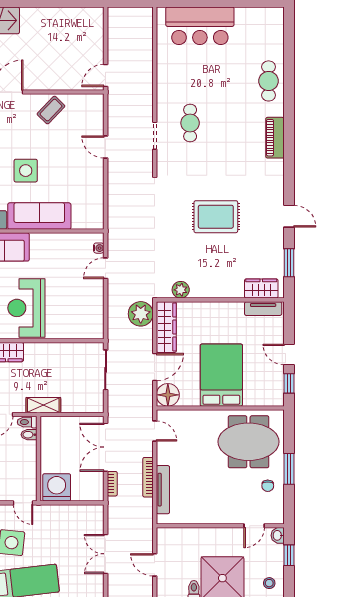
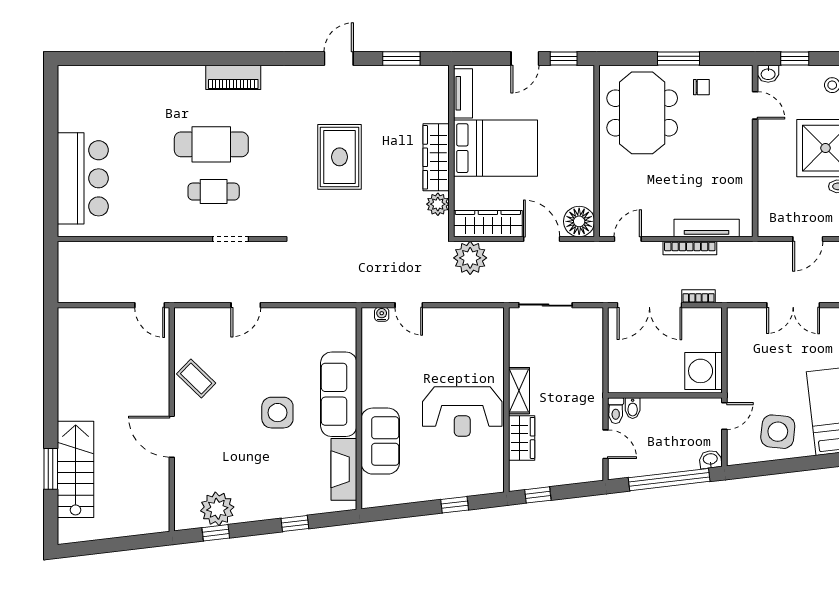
cafe table: (269, 81) -> (211, 144), moved, width x1.37, depth x1.35
wardrobe: (261, 289) -> (436, 157), moved, width x1.50
bed: (221, 375) -> (495, 148), moved, turned 180
shelving: (43, 405) -> (519, 391), moved

